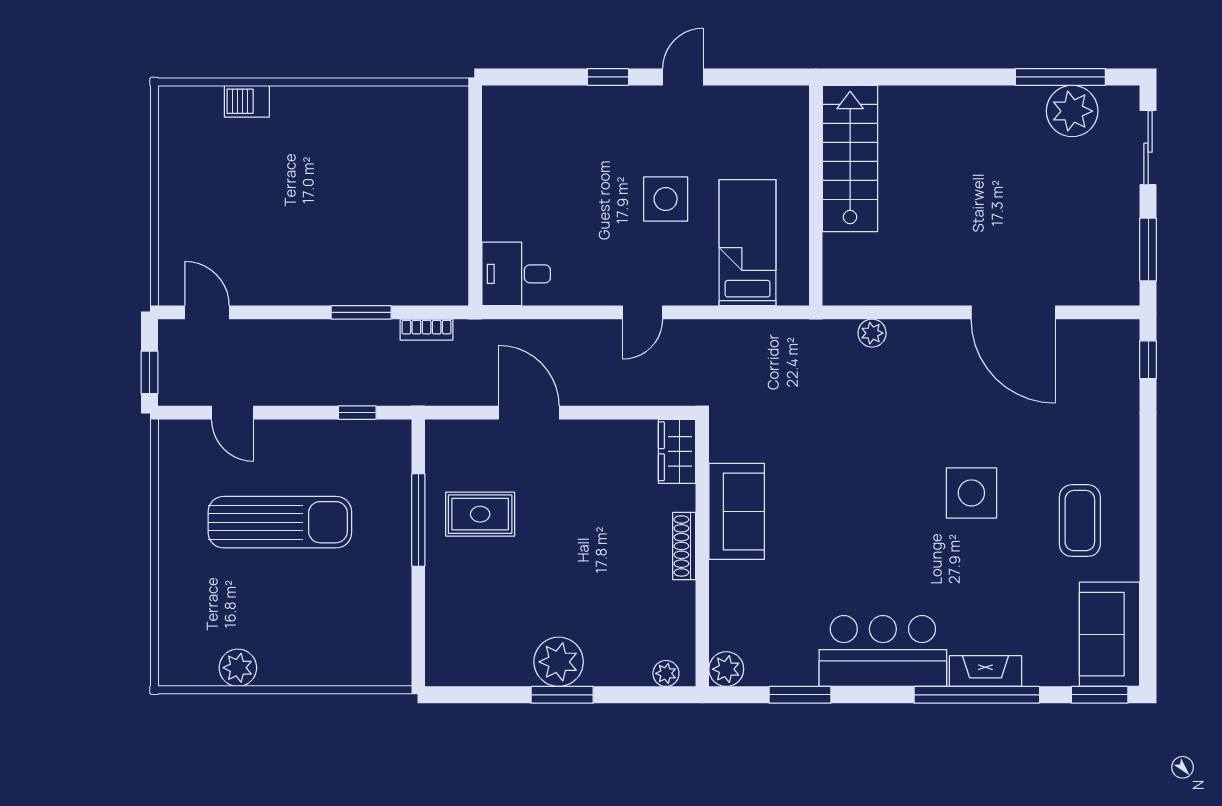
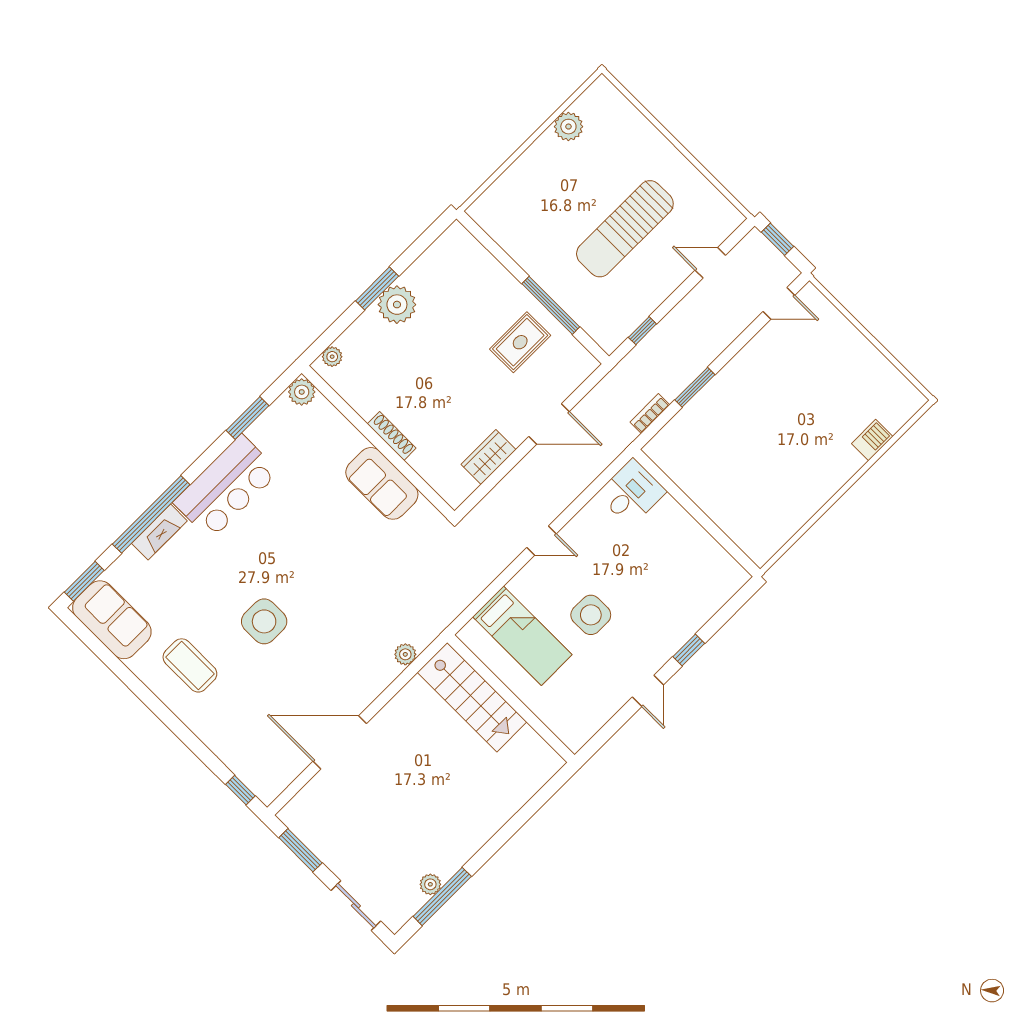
plant: (1072, 111) -> (430, 884), width x0.53, depth x0.53
stairs: (850, 158) -> (472, 697), moved
door: (643, 312) -> (542, 541), swing flipped
wardrobe: (677, 451) -> (488, 457), moved, turned -90

